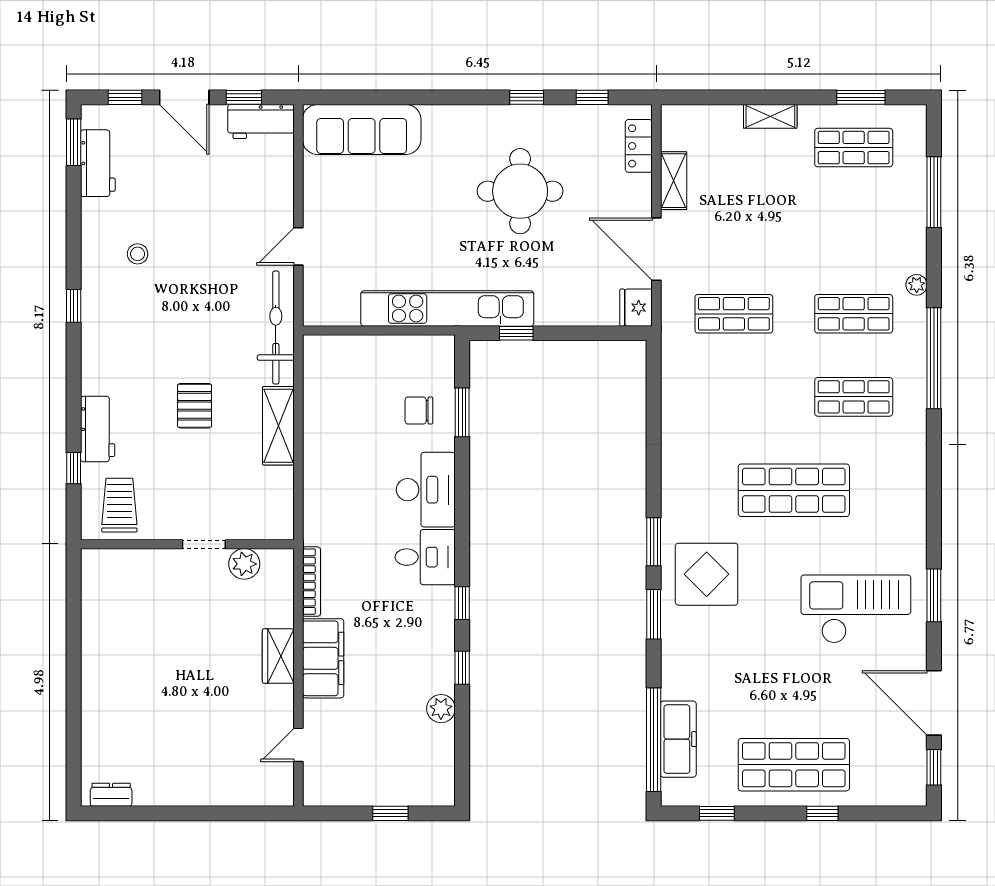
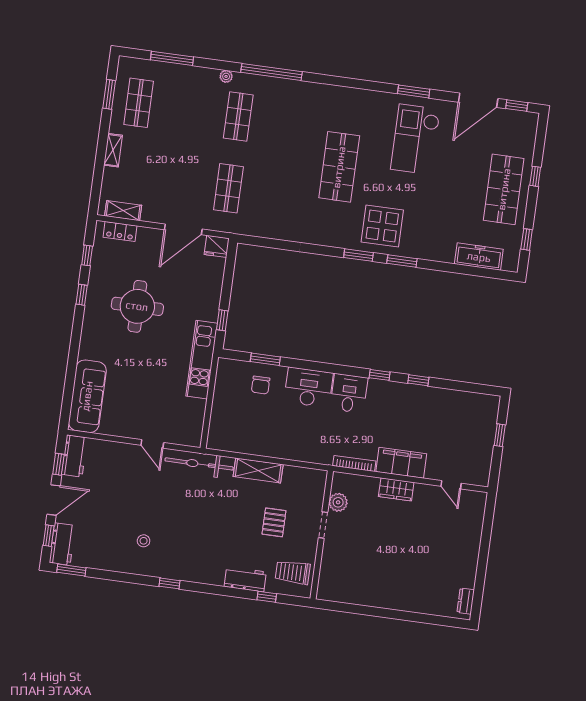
workbench: (98, 163) -> (62, 544), moved, turned 90
shelving: (674, 181) -> (123, 211), moved
kitchen unit: (447, 309) -> (202, 360), width x0.73
shop shelf: (854, 397) -> (288, 123), removed
pallet: (195, 406) -> (274, 522), moved, turned 90
plant: (441, 709) -> (441, 396), removed
window: (654, 740) -> (477, 271), removed

